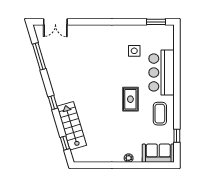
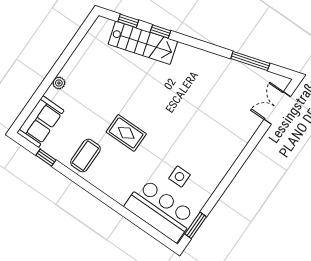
bar counter: (162, 72) -> (160, 210), moved
window: (53, 102) -> (160, 31), moved
coffee table: (160, 114) -> (85, 156), turned 90

